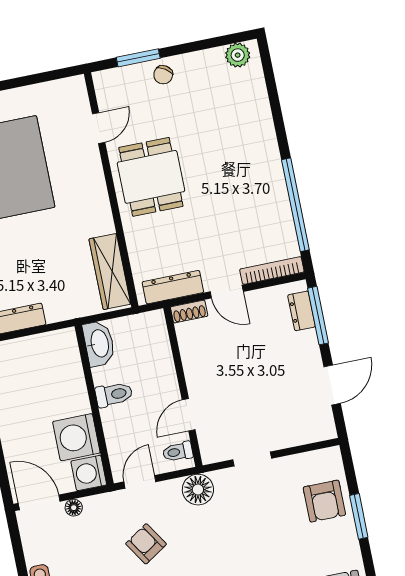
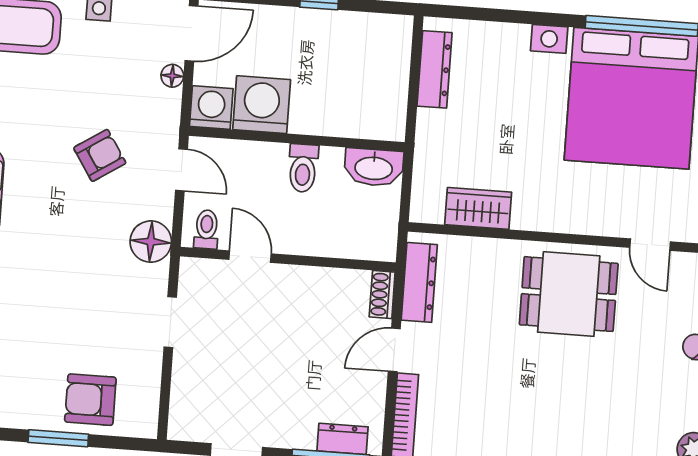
wardrobe: (110, 272) -> (478, 208), width x0.67

